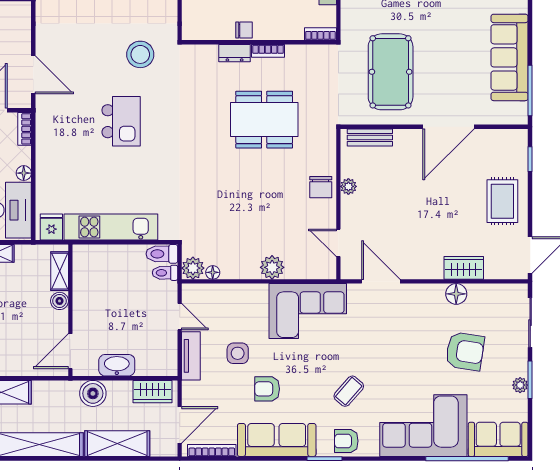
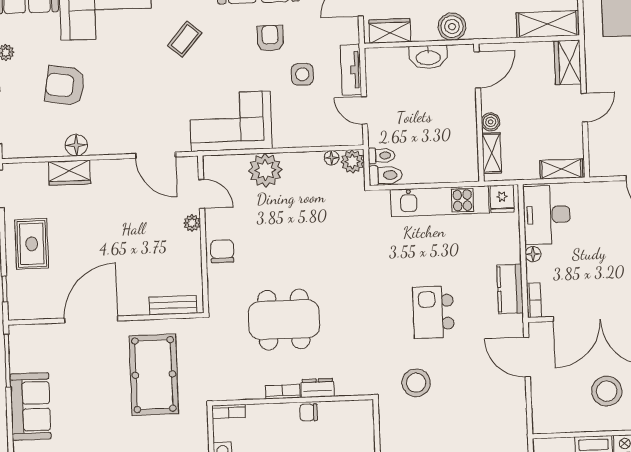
sofa: (510, 57) -> (31, 406), width x0.73
kitchen counter: (47, 141) -> (510, 289), added
plant: (348, 186) -> (192, 223), moved
plant: (272, 267) -> (265, 170), width x1.36, depth x1.36
armchair: (267, 389) -> (270, 38), turned -90

